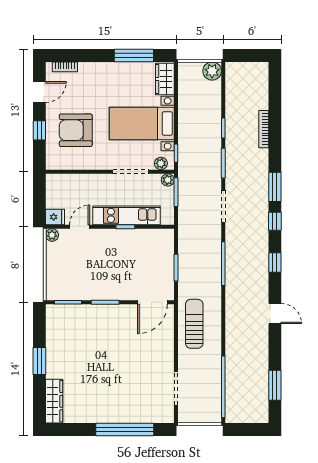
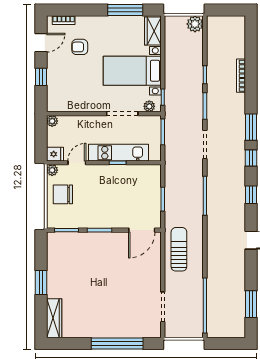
armchair: (76, 130) -> (80, 47), moved, width x0.53, depth x0.53
plant: (168, 180) -> (52, 121), moved
chair: (64, 262) -> (63, 194), added

